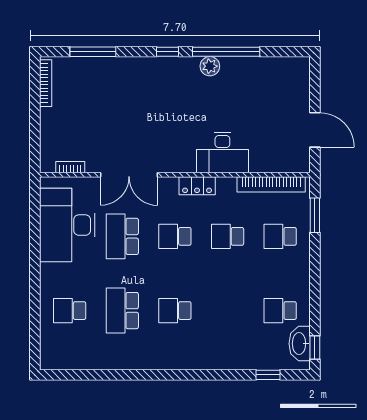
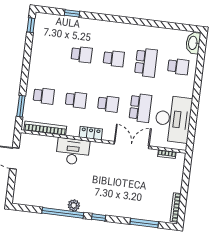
school desk: (280, 311) -> (82, 54), moved
washbasin: (300, 344) -> (193, 43), moved, turned 180
window: (268, 375) -> (72, 13), moved

